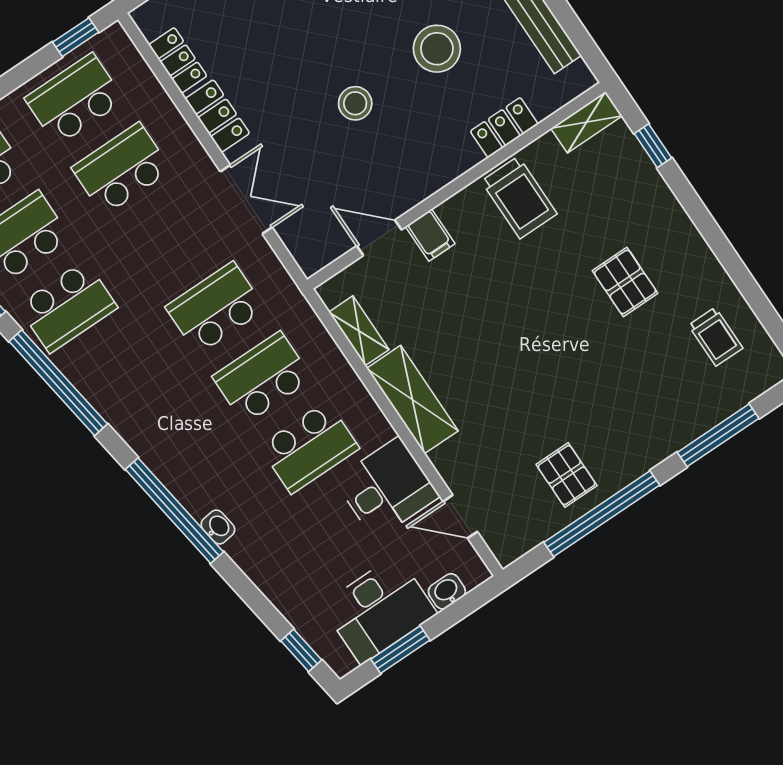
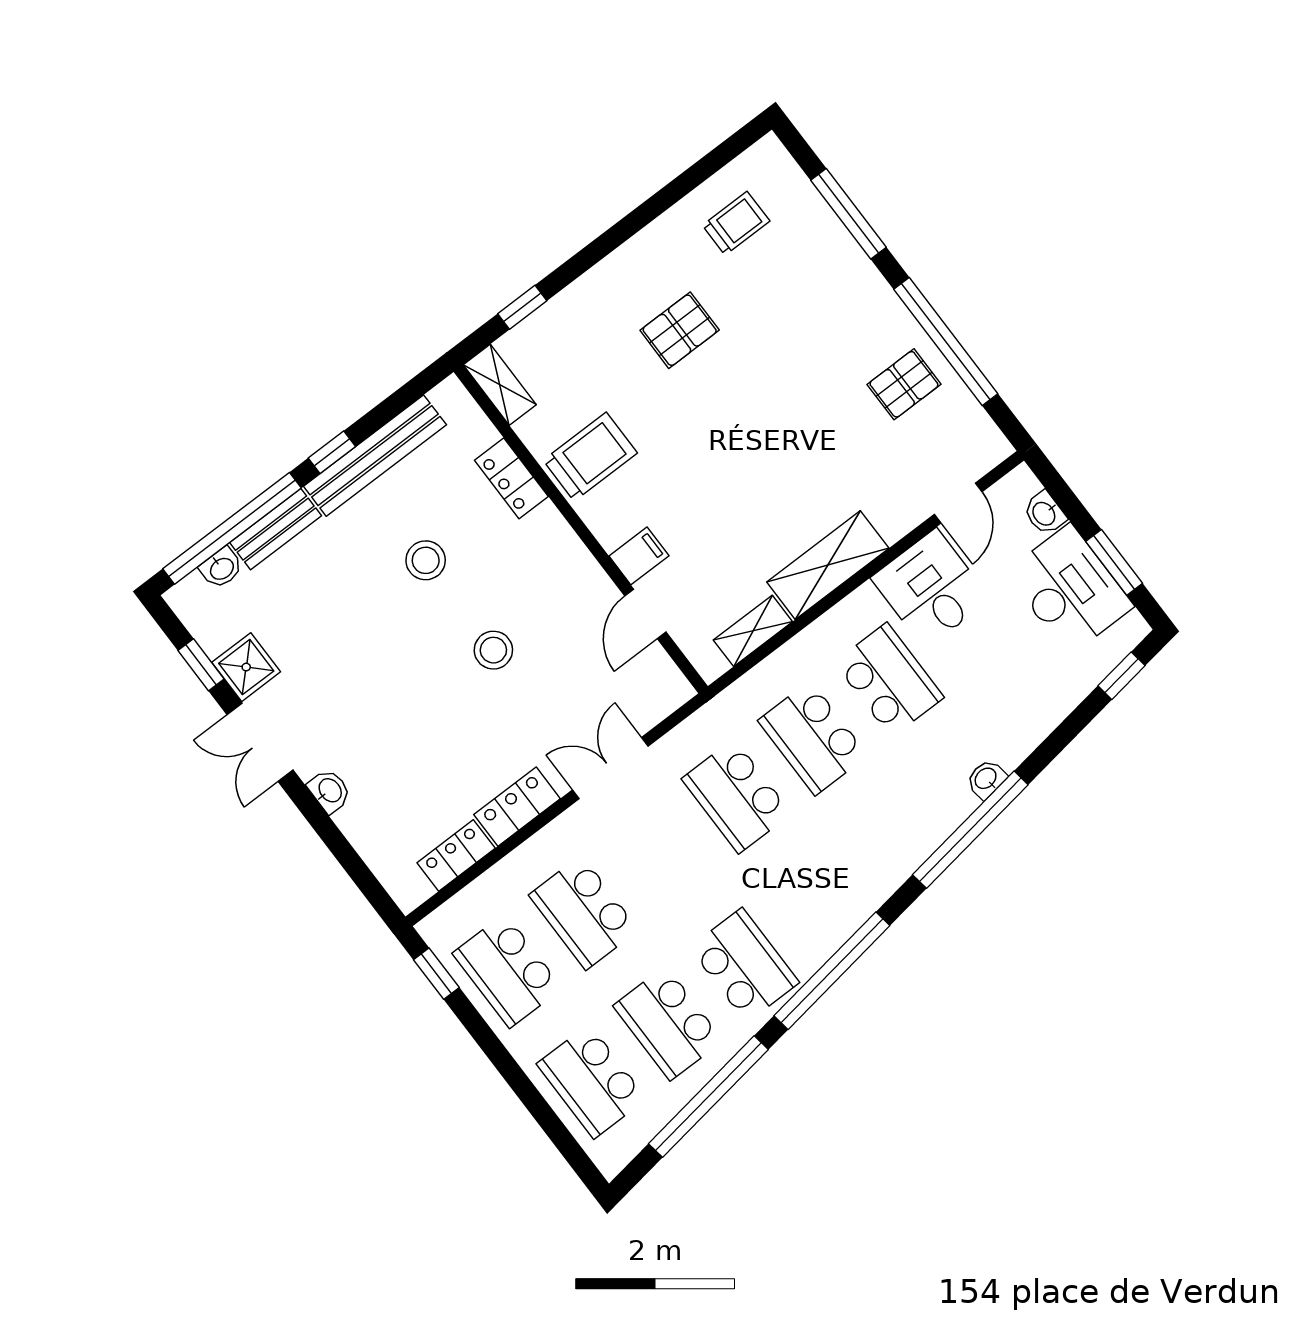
stool: (437, 49) -> (426, 560), width x0.73, depth x0.73

